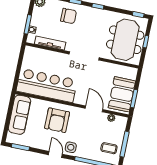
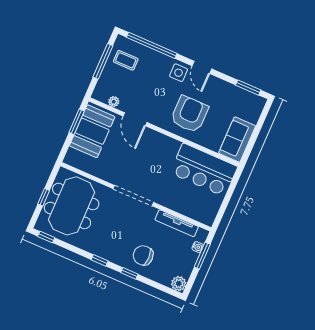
bar counter: (47, 85) -> (204, 170), width x0.73
sofa: (19, 115) -> (237, 139), width x0.73

